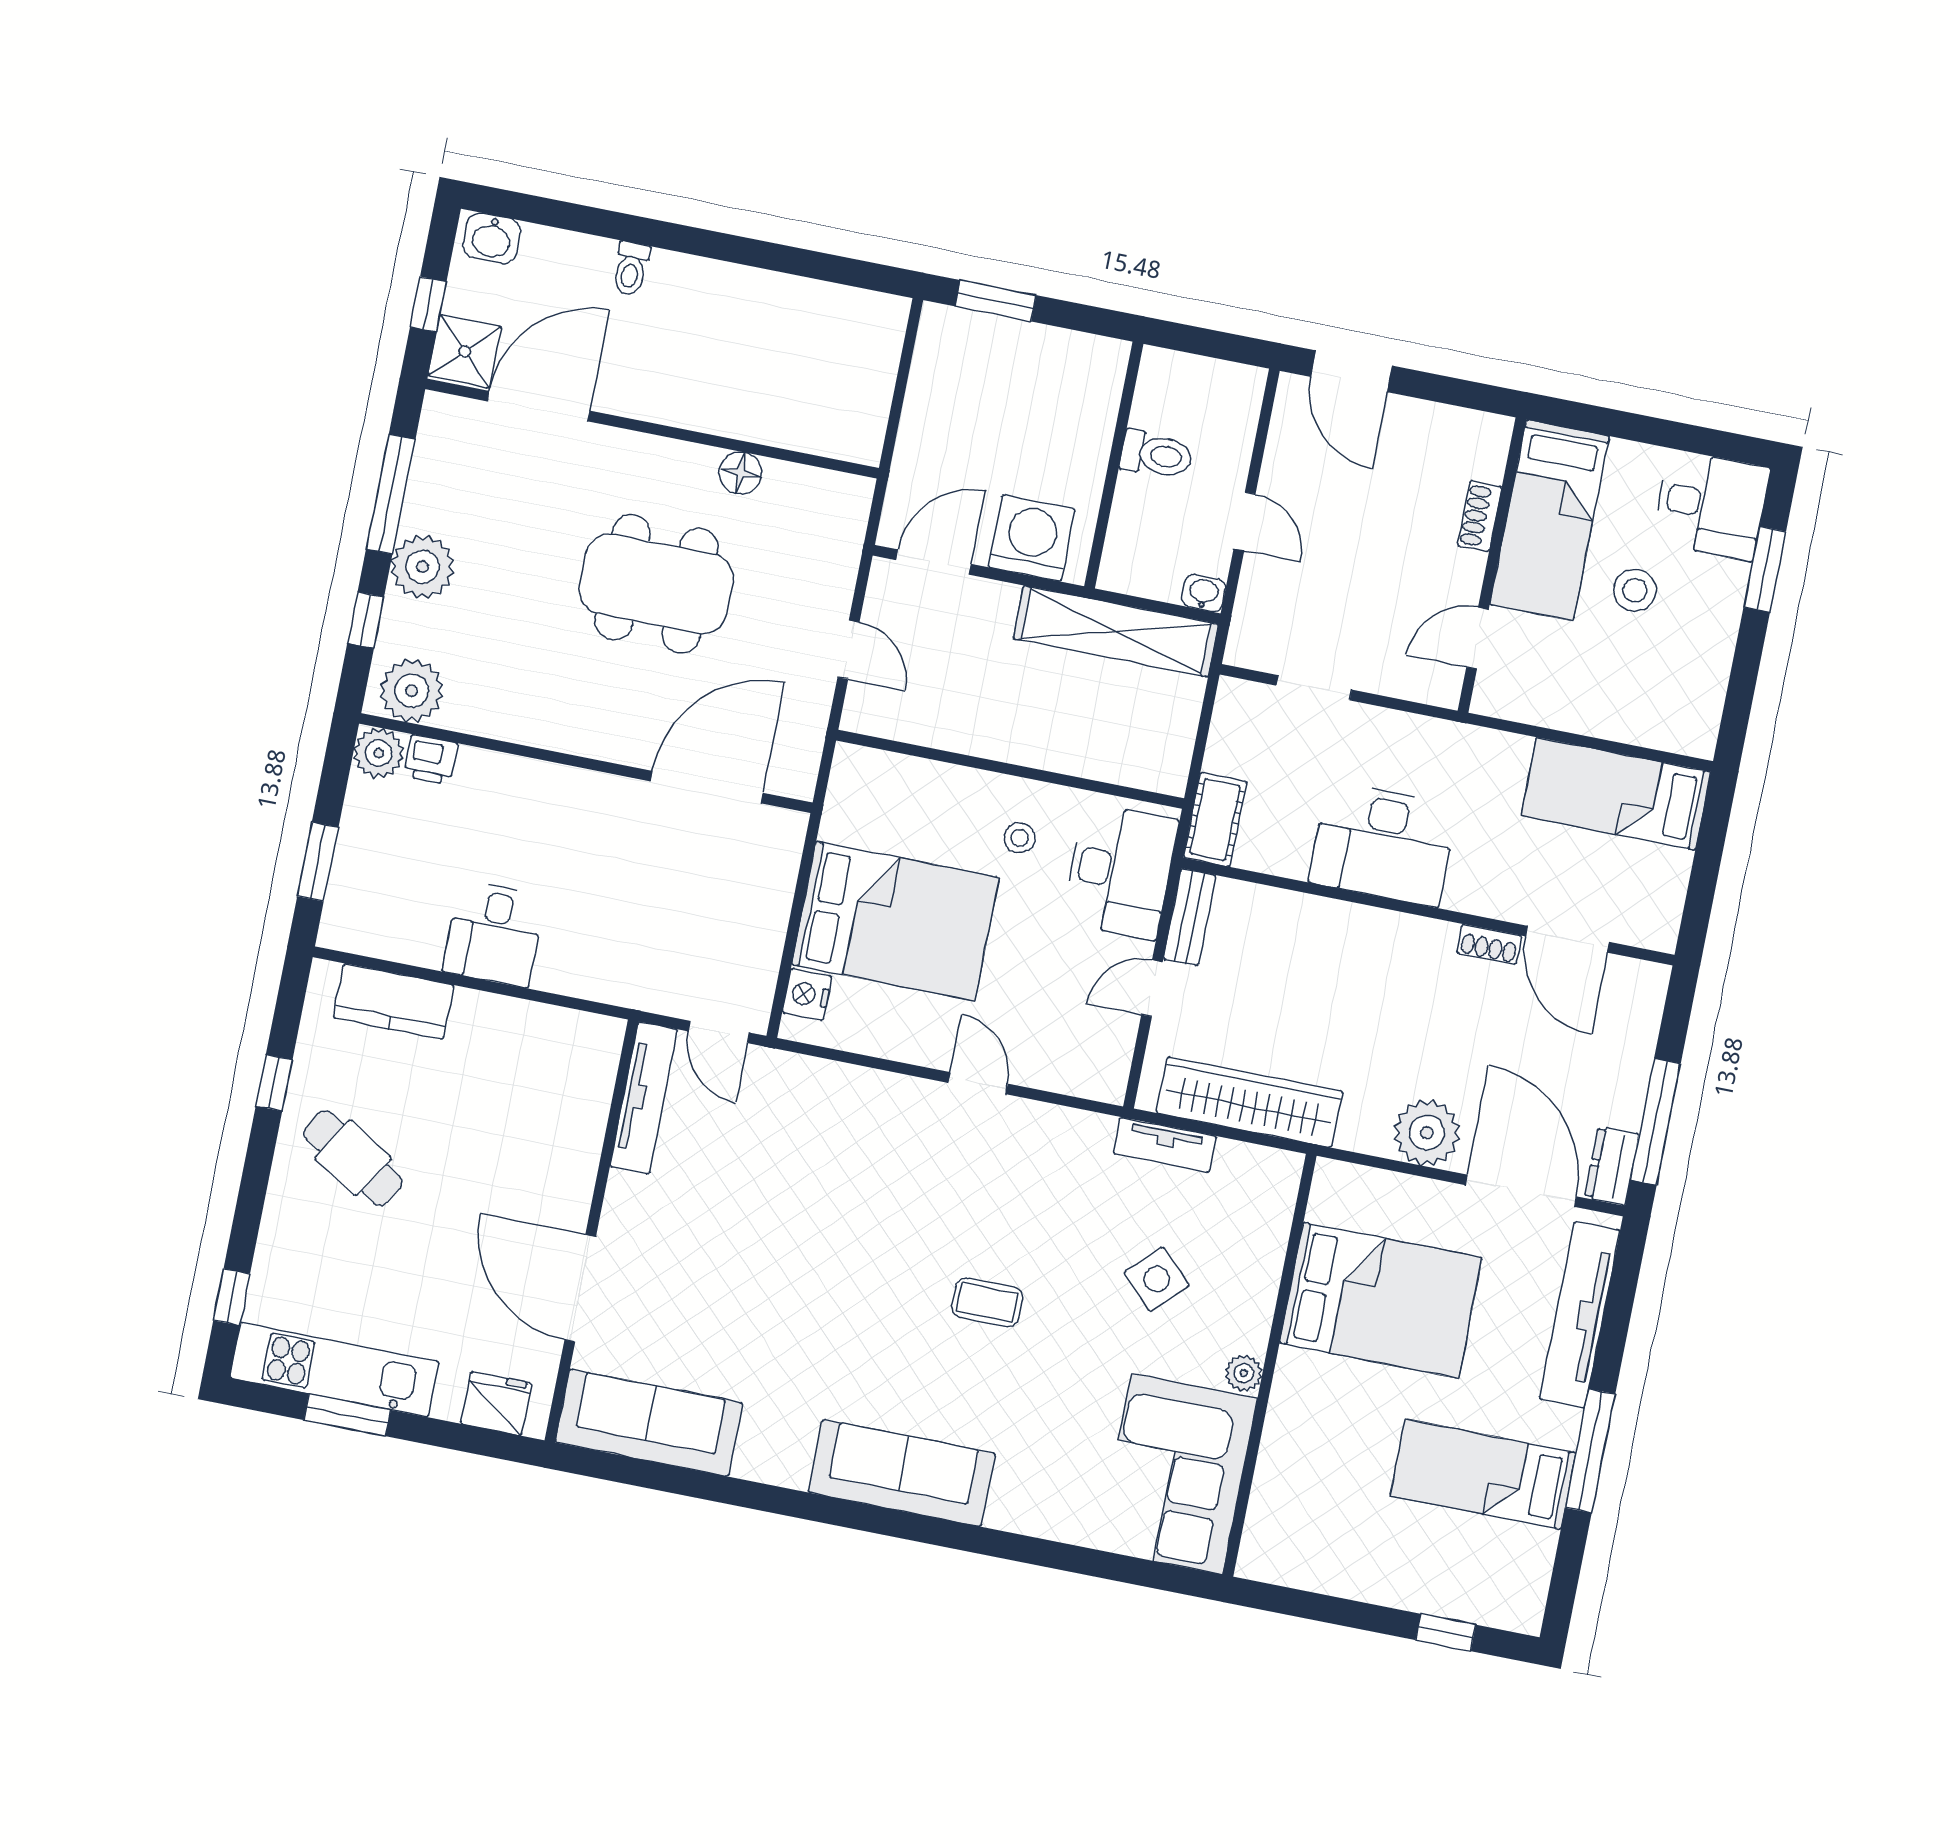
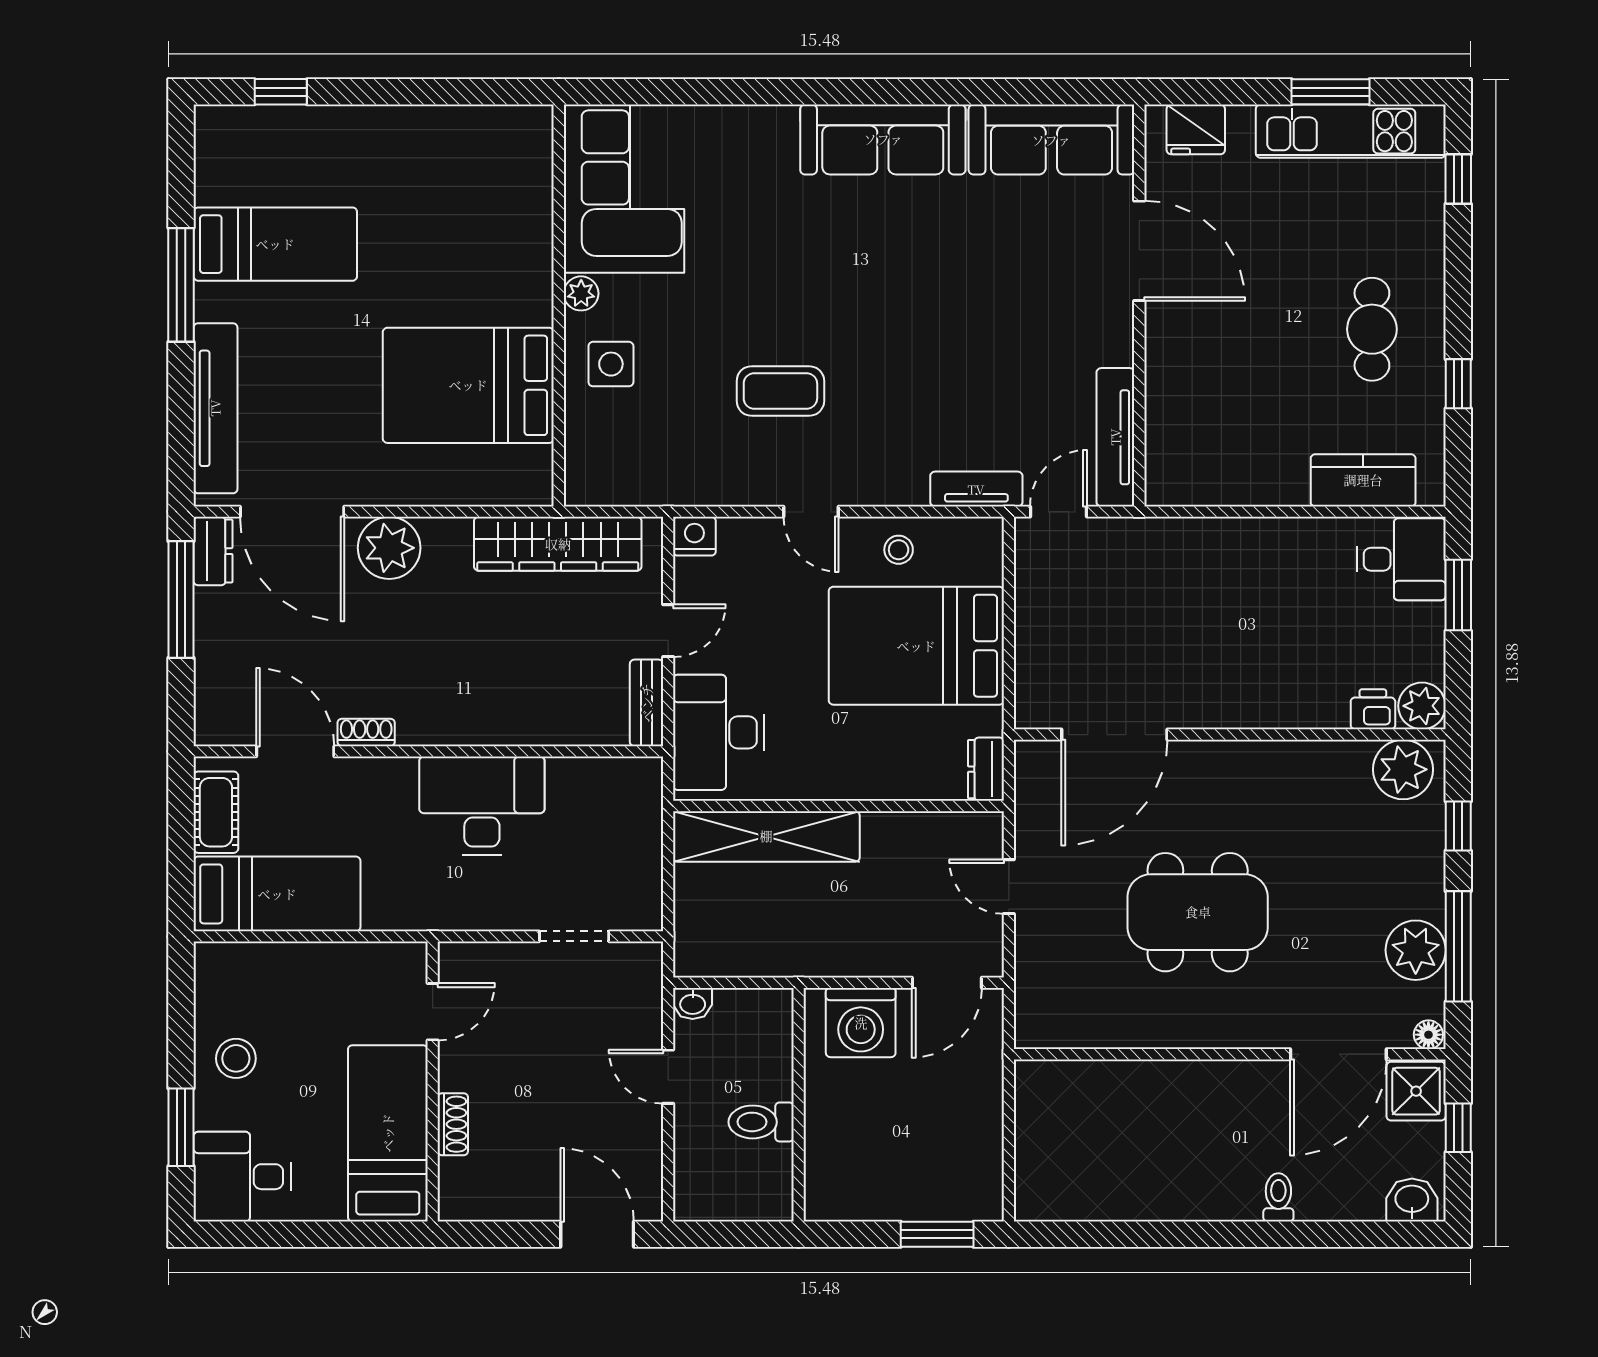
floor lamp: (740, 473) -> (1428, 1035), moved, width x0.73, depth x0.73
plant: (423, 567) -> (1416, 950), moved
stool: (1635, 590) -> (236, 1058), moved
shelving: (1116, 631) -> (766, 836), moved
dresser: (848, 777) -> (986, 769), added
cot: (1215, 819) -> (216, 812), moved
stool: (1020, 838) -> (899, 550), moved
desk: (494, 934) -> (1401, 559), moved, turned 90
nightstand: (807, 995) -> (694, 536), moved, turned -90
door: (719, 1032) -> (1058, 512), hinge flipped
tv unit: (1165, 1145) -> (976, 489), moved
cafe table: (353, 1158) -> (1372, 329), turned 58
side table: (1157, 1279) -> (611, 364), turned 45
bed: (1381, 1300) -> (468, 385), moved
coffee table: (987, 1302) -> (780, 391), moved, width x1.36, depth x1.30
wall: (1270, 1365) -> (559, 305), moved
plant: (1244, 1373) -> (581, 293), moved
sofa: (902, 1473) -> (883, 139), moved
corner sofa: (1177, 1474) -> (624, 189), moved

